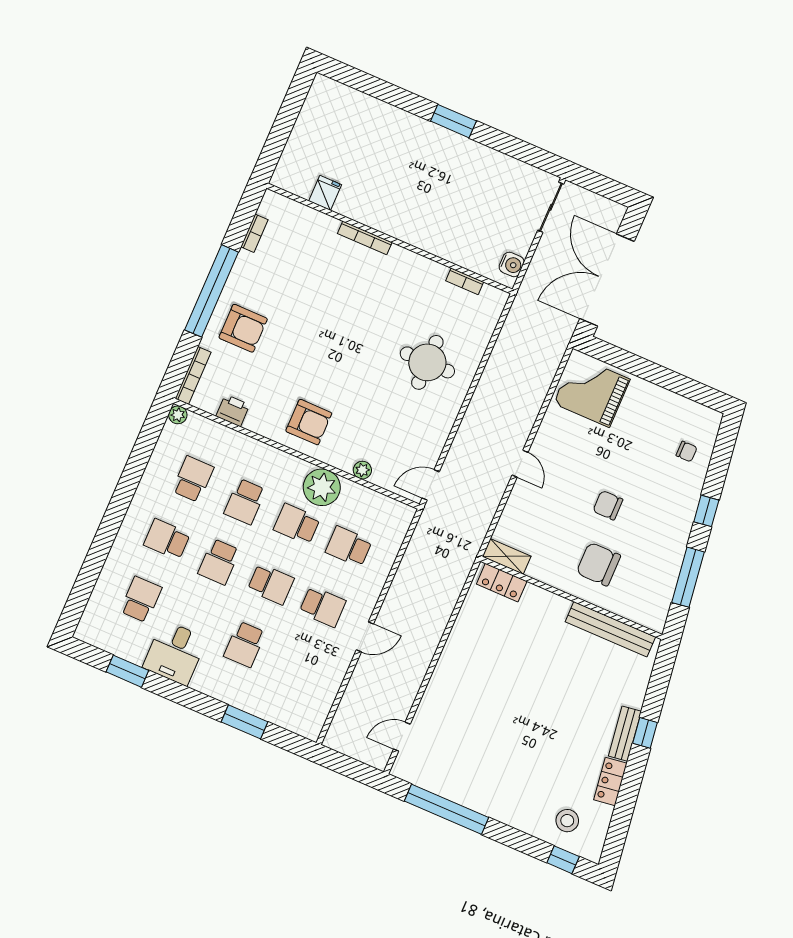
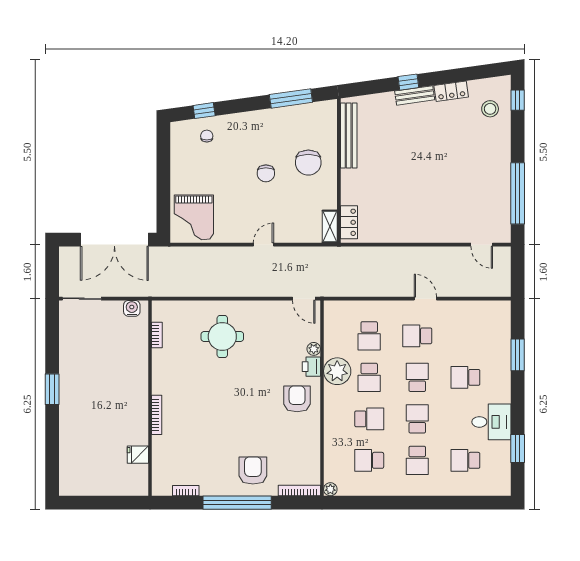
printer: (233, 411) -> (311, 367), moved
window: (706, 511) -> (204, 111), moved
school desk: (219, 562) -> (417, 419), turned -90
school desk: (323, 607) -> (417, 336), turned -90
school desk: (245, 644) -> (465, 377), turned 180

